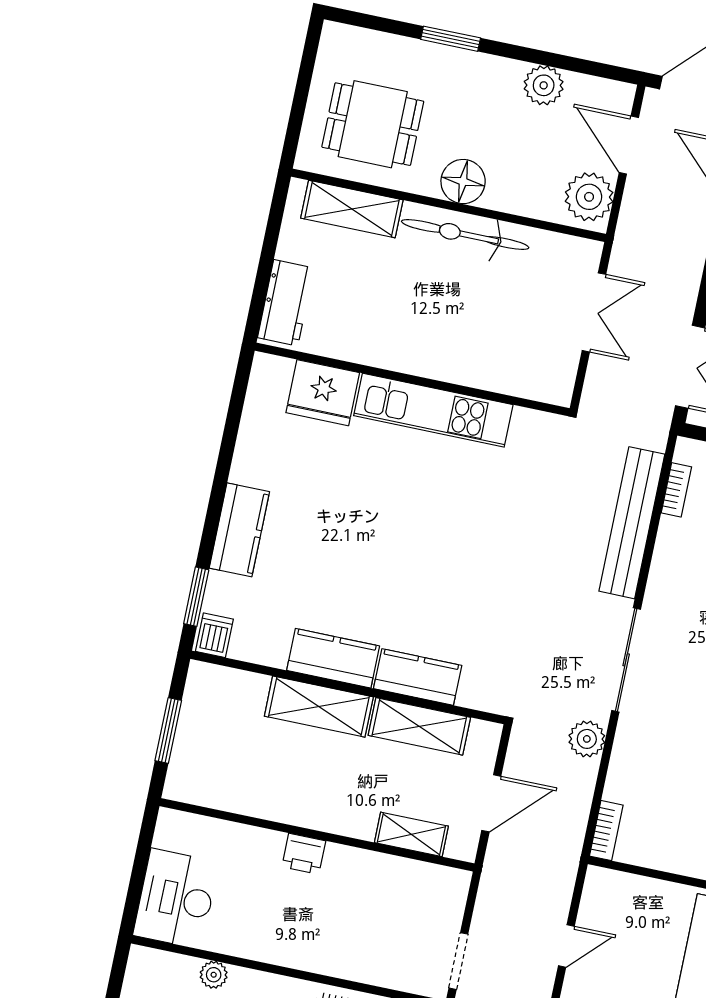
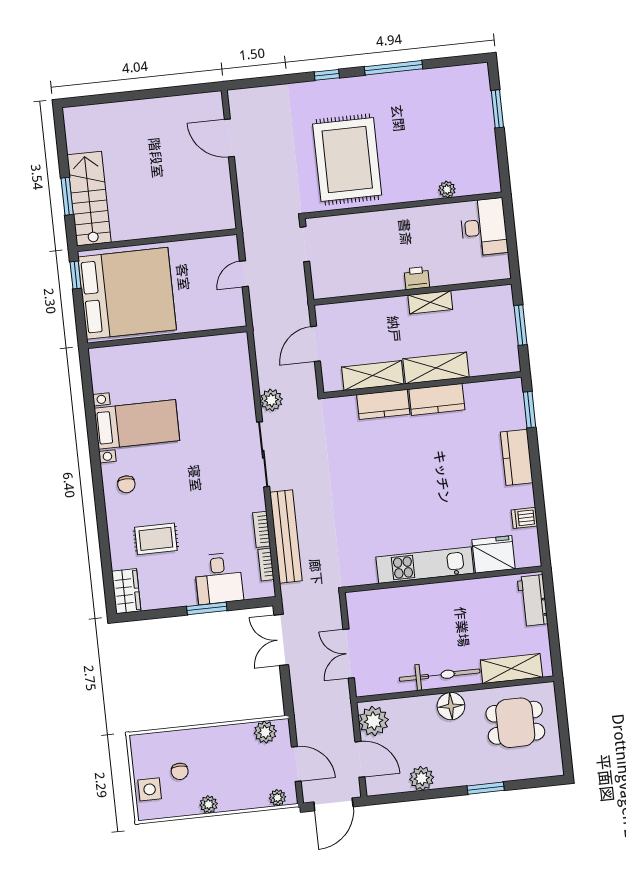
dishwasher: (214, 635) -> (524, 518), moved, turned 90
bookcase: (606, 831) -> (262, 529), moved
shelving: (411, 834) -> (430, 302), moved

